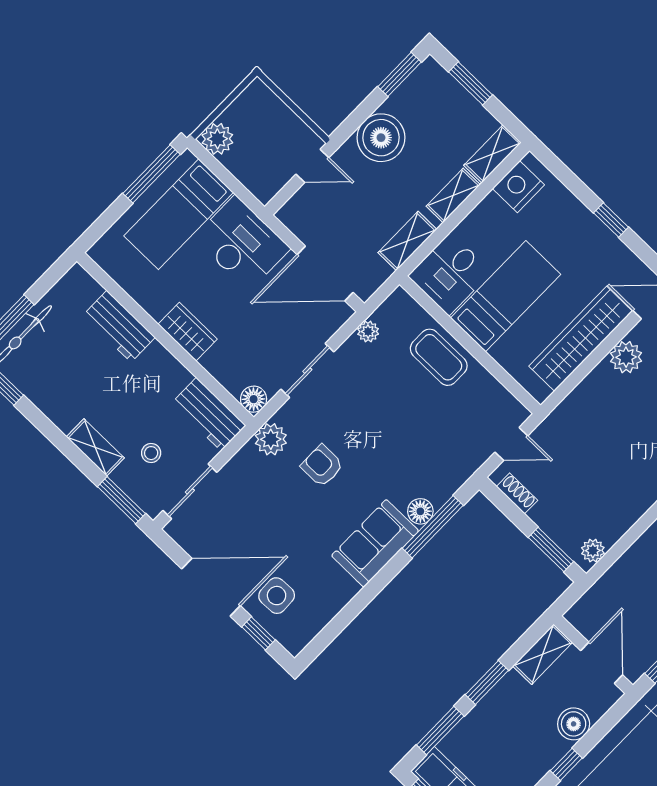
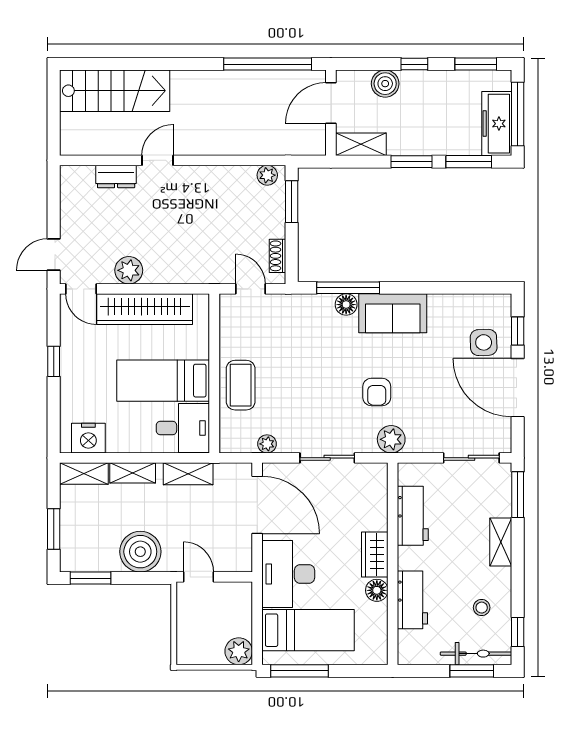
floor lamp: (254, 399) -> (377, 590), moved
workbench: (209, 414) -> (413, 516), moved
stool: (151, 453) -> (482, 608), moved

